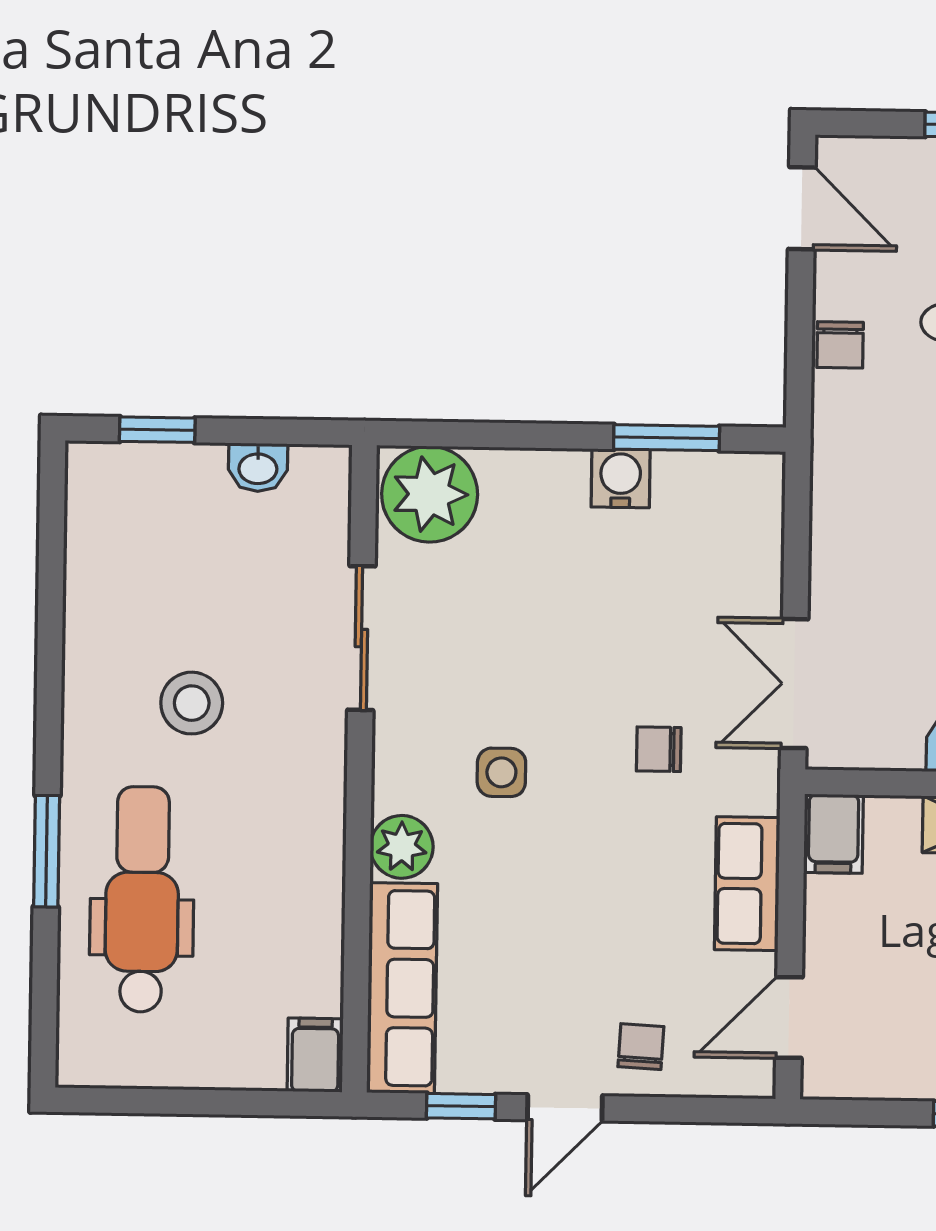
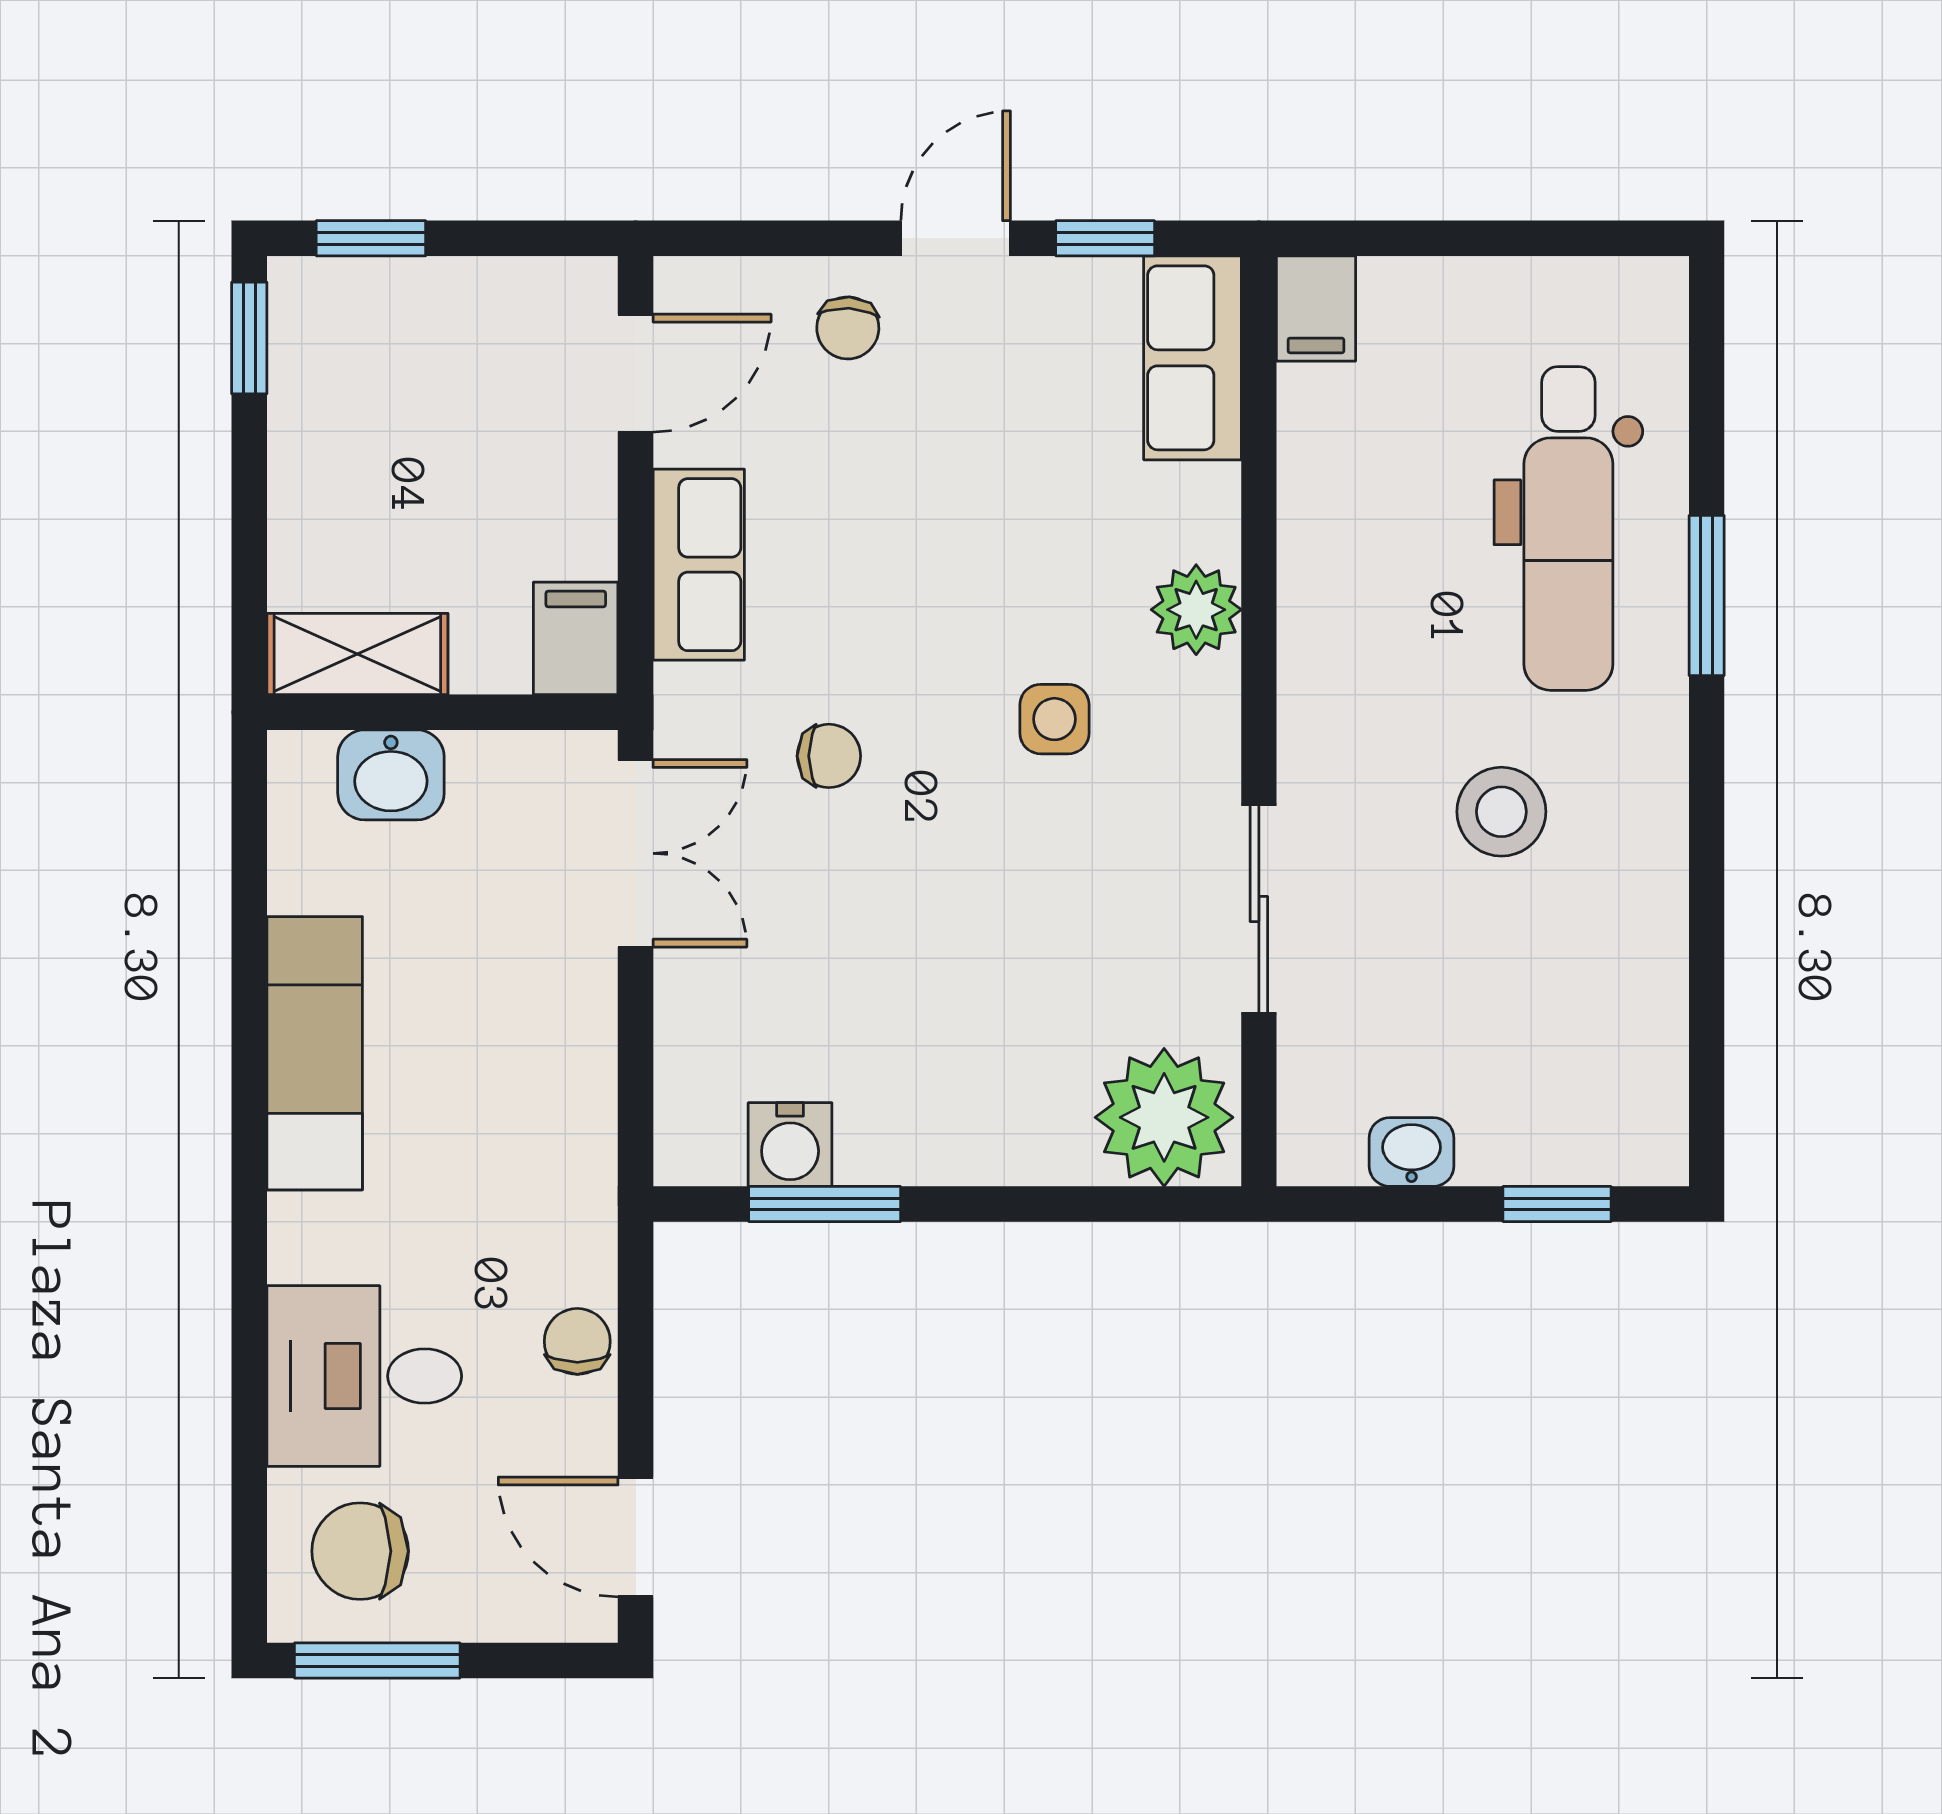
water cooler: (621, 478) -> (790, 1145), moved
row of seats: (402, 988) -> (1193, 358), width x0.68

